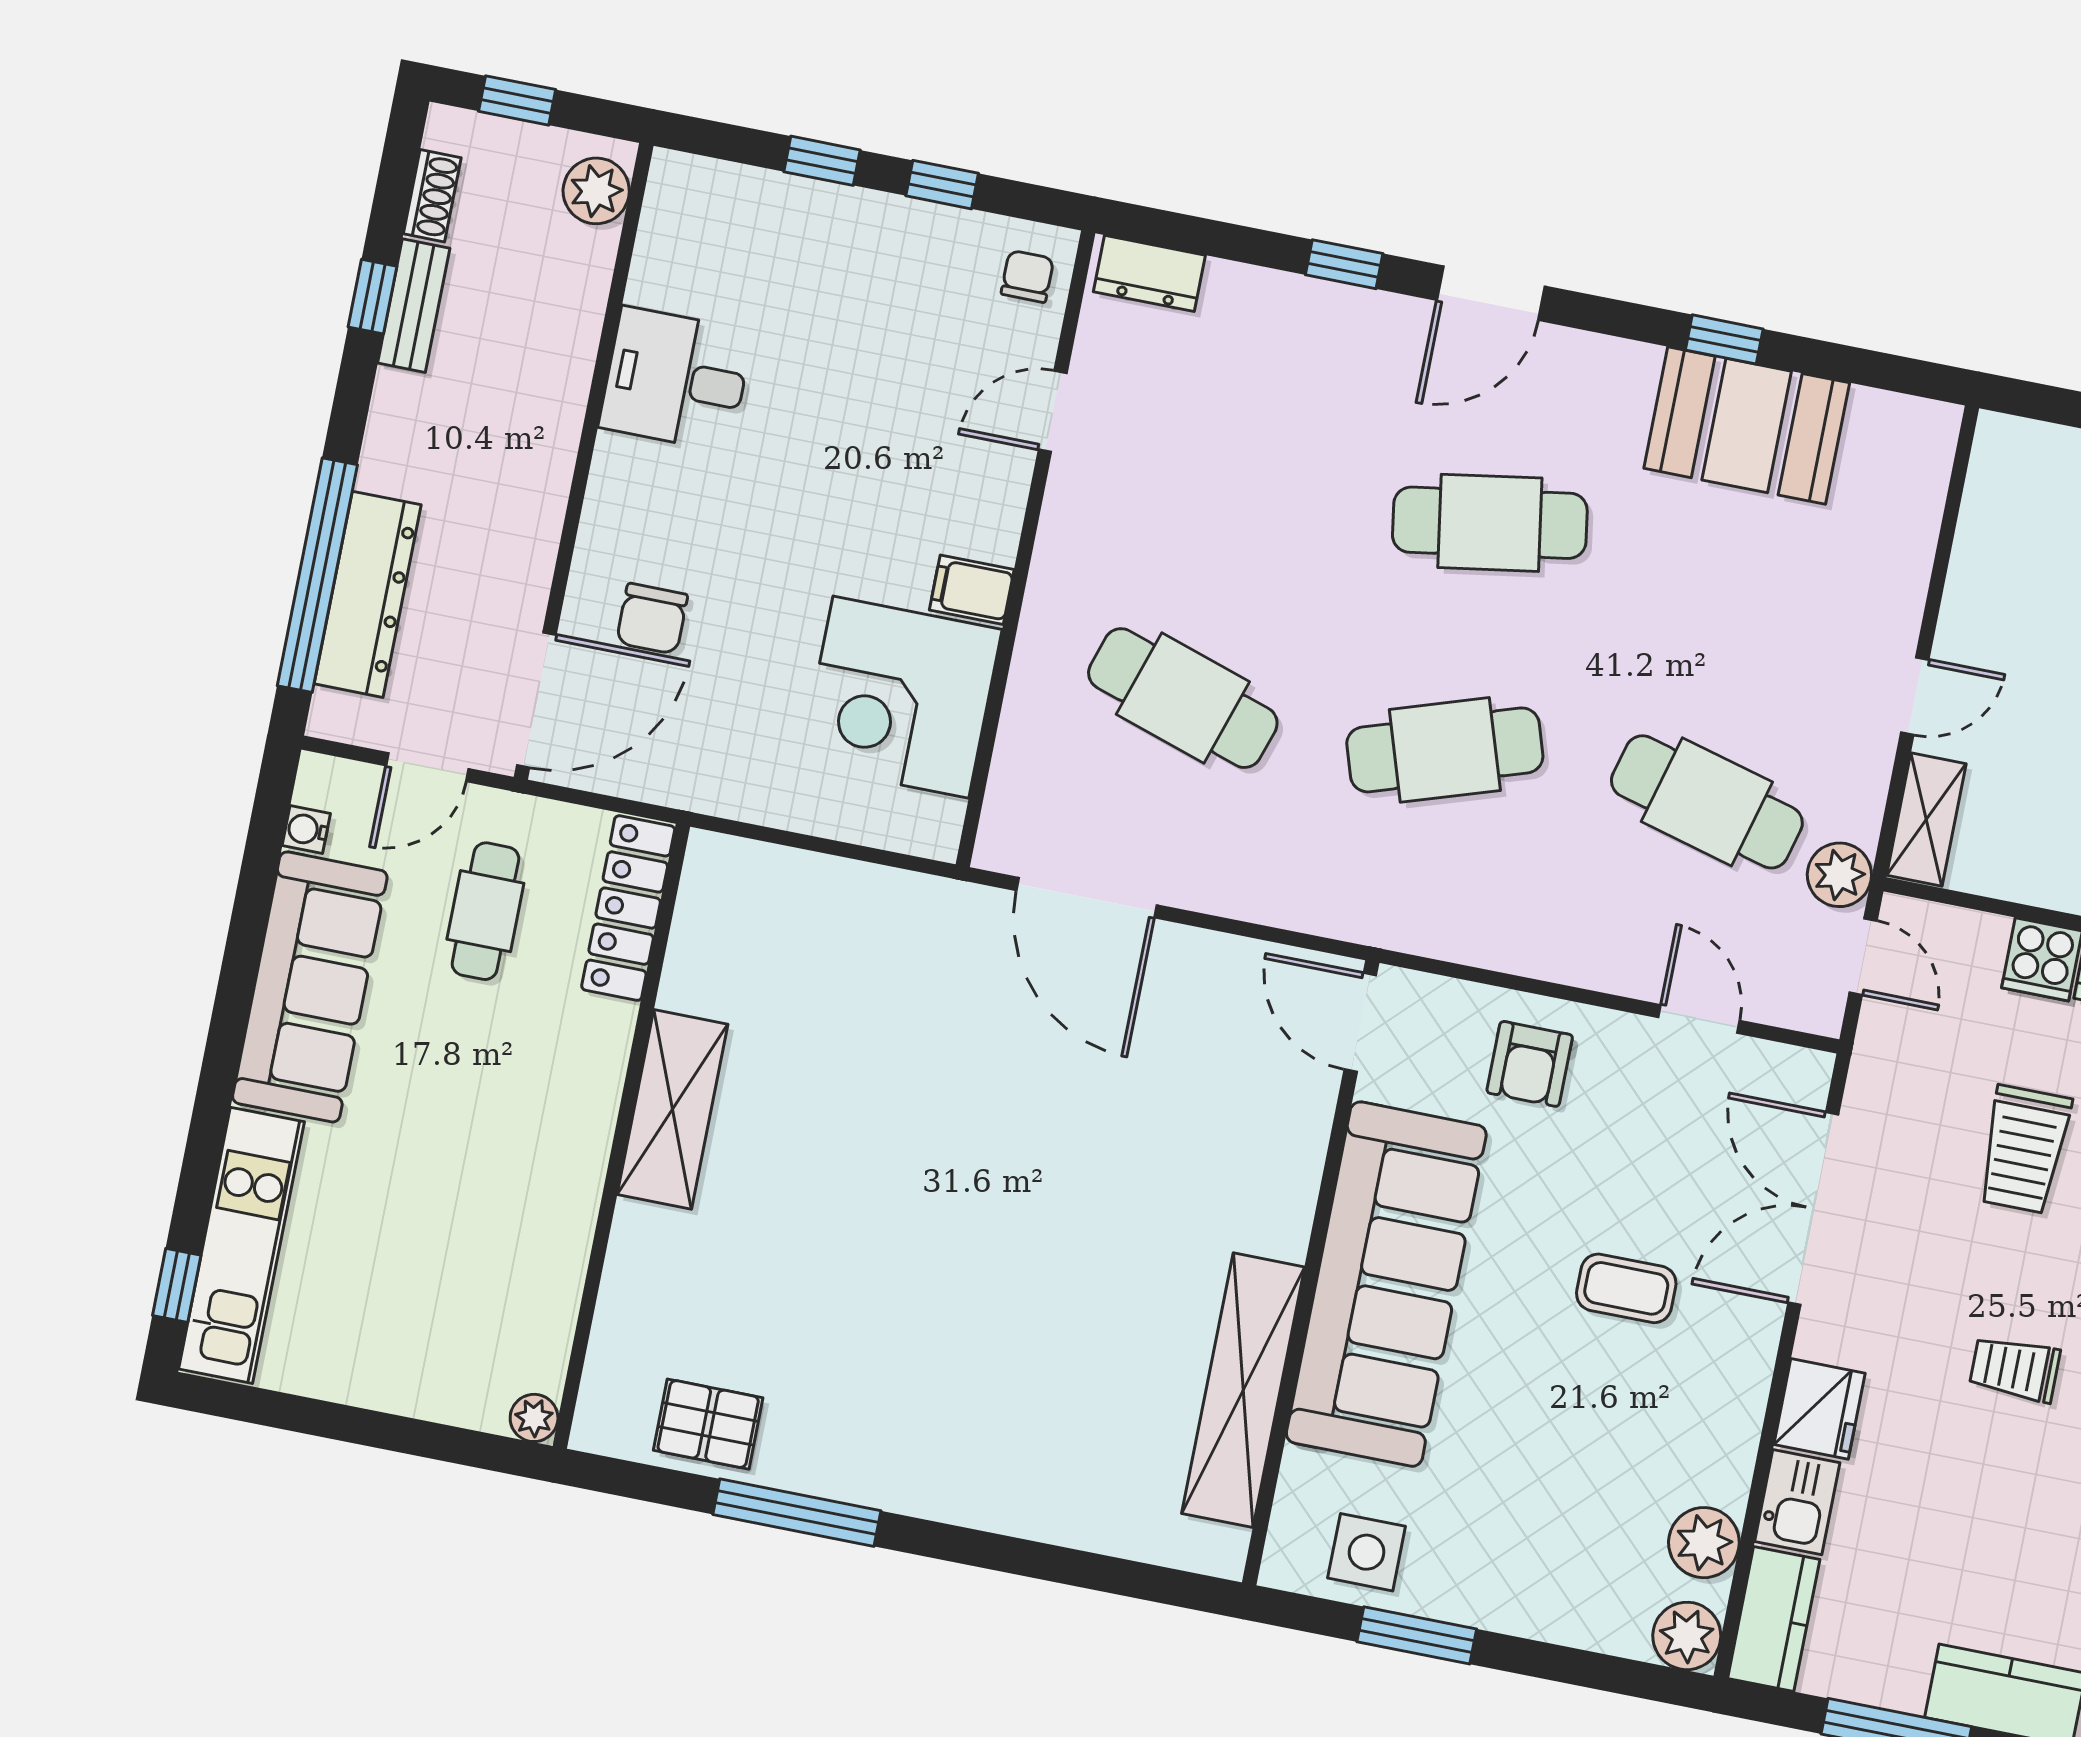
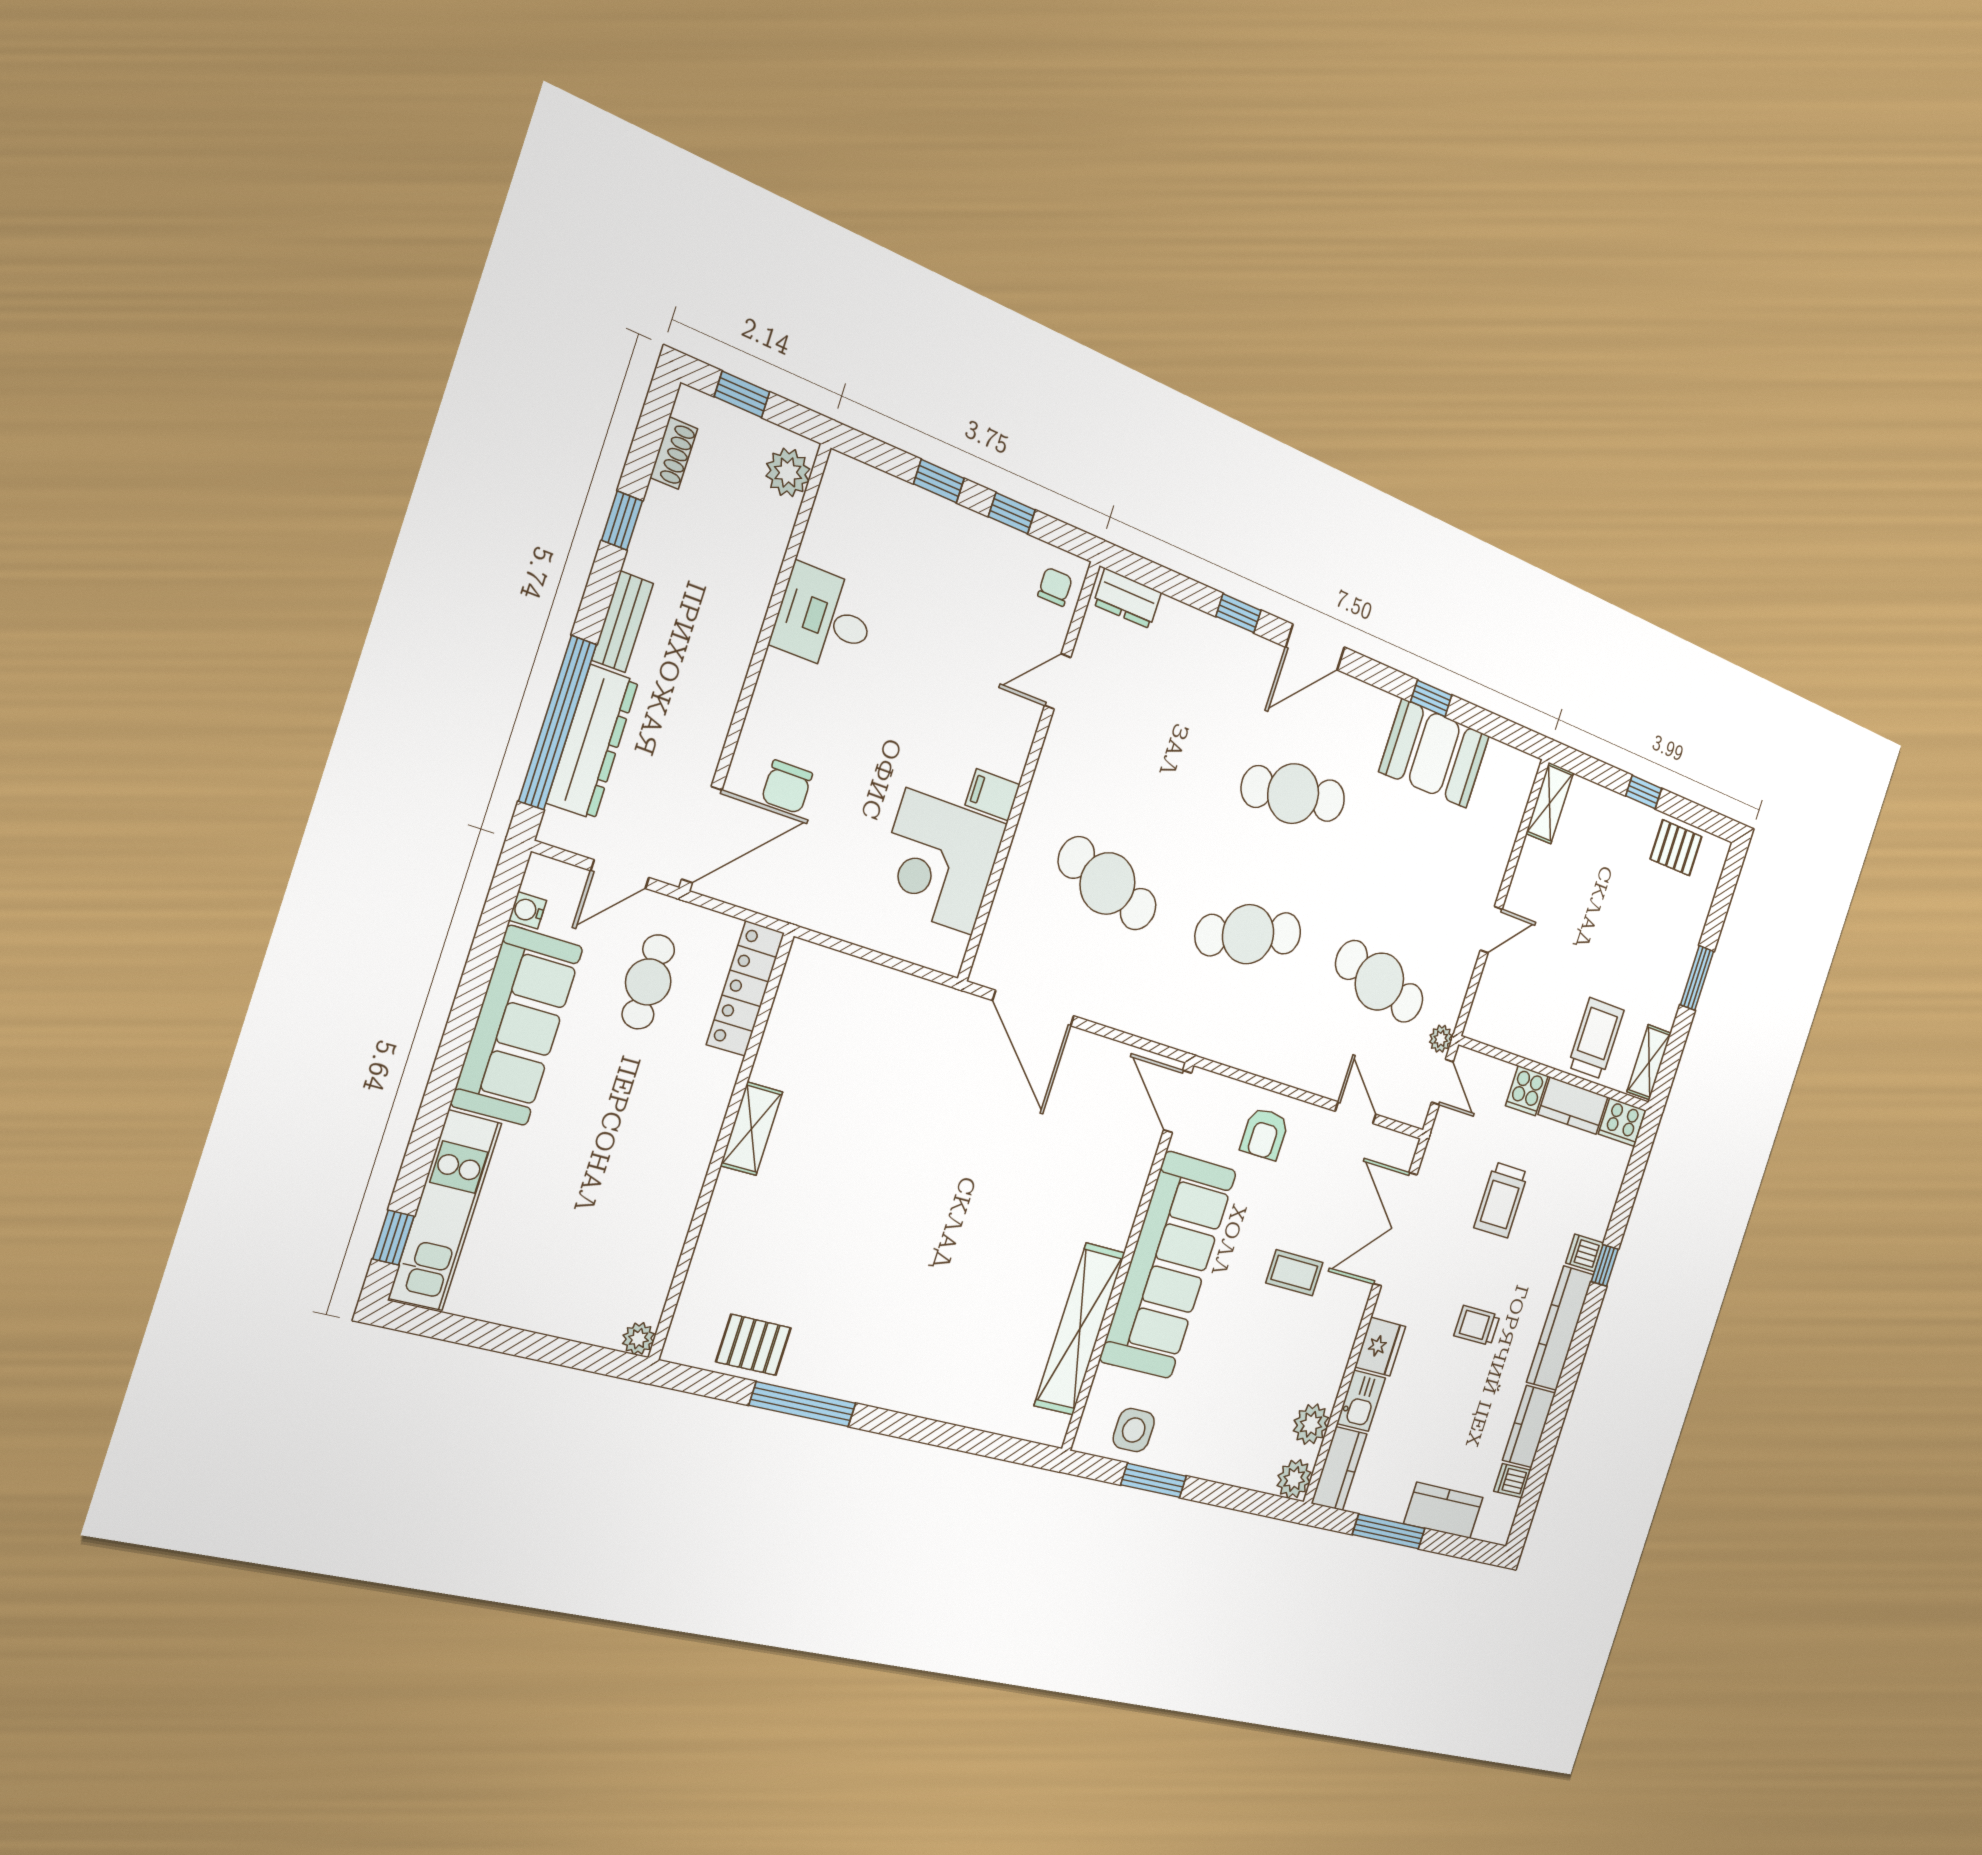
bench: (414, 306) -> (622, 622), moved
shelving: (1926, 819) -> (1550, 803), moved
plant: (1839, 875) -> (1441, 1039), width x0.73, depth x0.73
shelving: (673, 1109) -> (751, 1129), width x0.67, depth x0.75

